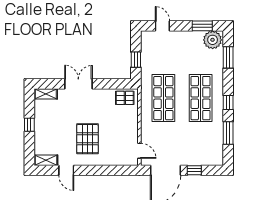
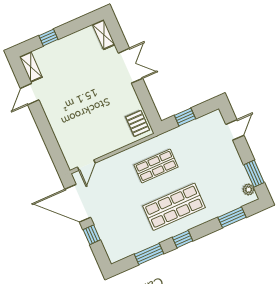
plant: (213, 40) -> (249, 190), width x0.53, depth x0.53
shop shelf: (163, 98) -> (156, 166), width x0.70, depth x0.74
window: (29, 125) -> (48, 37), moved
pallet: (87, 139) -> (75, 102), removed

